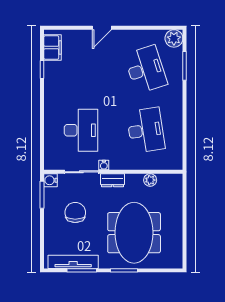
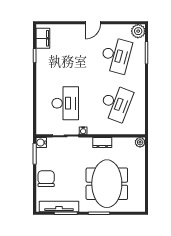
door: (102, 28) -> (93, 23), moved
desk: (146, 69) -> (116, 55), turned 33
desk: (146, 130) -> (116, 103), turned 30
dresser: (113, 180) -> (102, 143), moved
plant: (150, 180) -> (140, 142), moved
chair: (75, 212) -> (46, 179), moved

